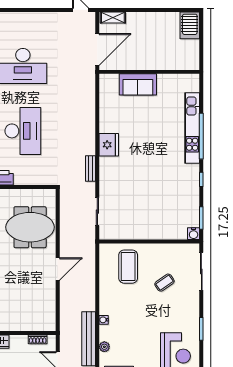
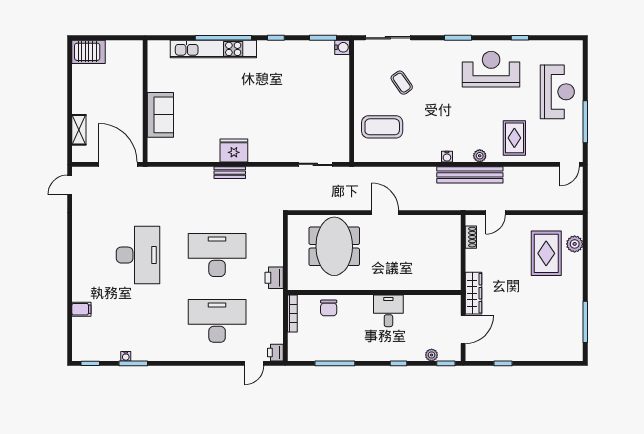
shelving: (113, 17) -> (79, 130), moved
bench: (91, 168) -> (230, 173), moved

